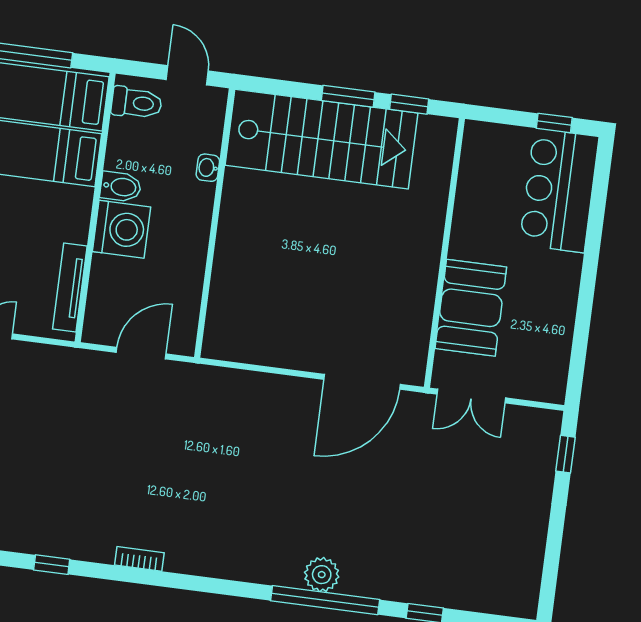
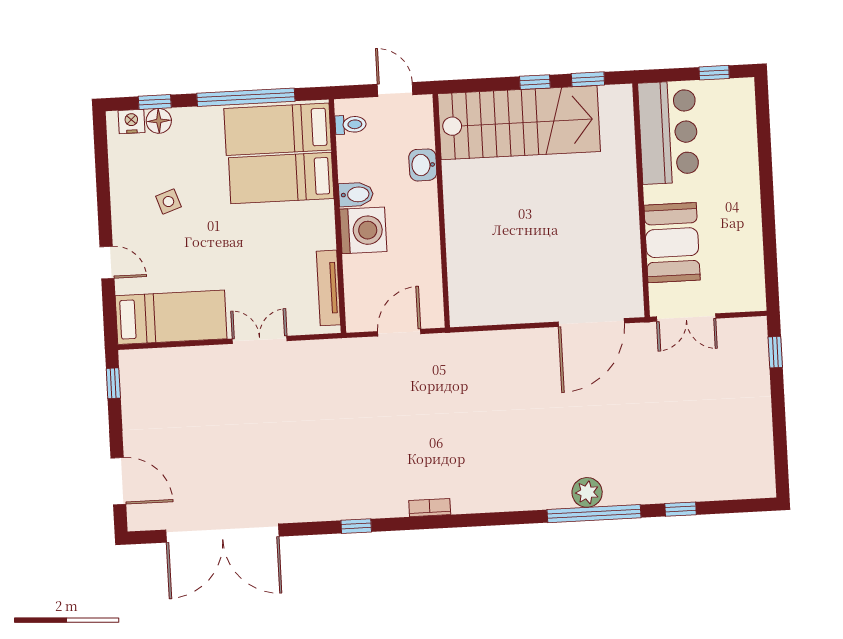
window: (348, 96) -> (535, 82), width x0.67
toilet: (137, 103) -> (351, 125), width x0.73, depth x0.72
washbasin: (208, 168) -> (423, 165), width x1.38, depth x1.45
bar counter: (559, 191) -> (668, 133), moved, turned 180

